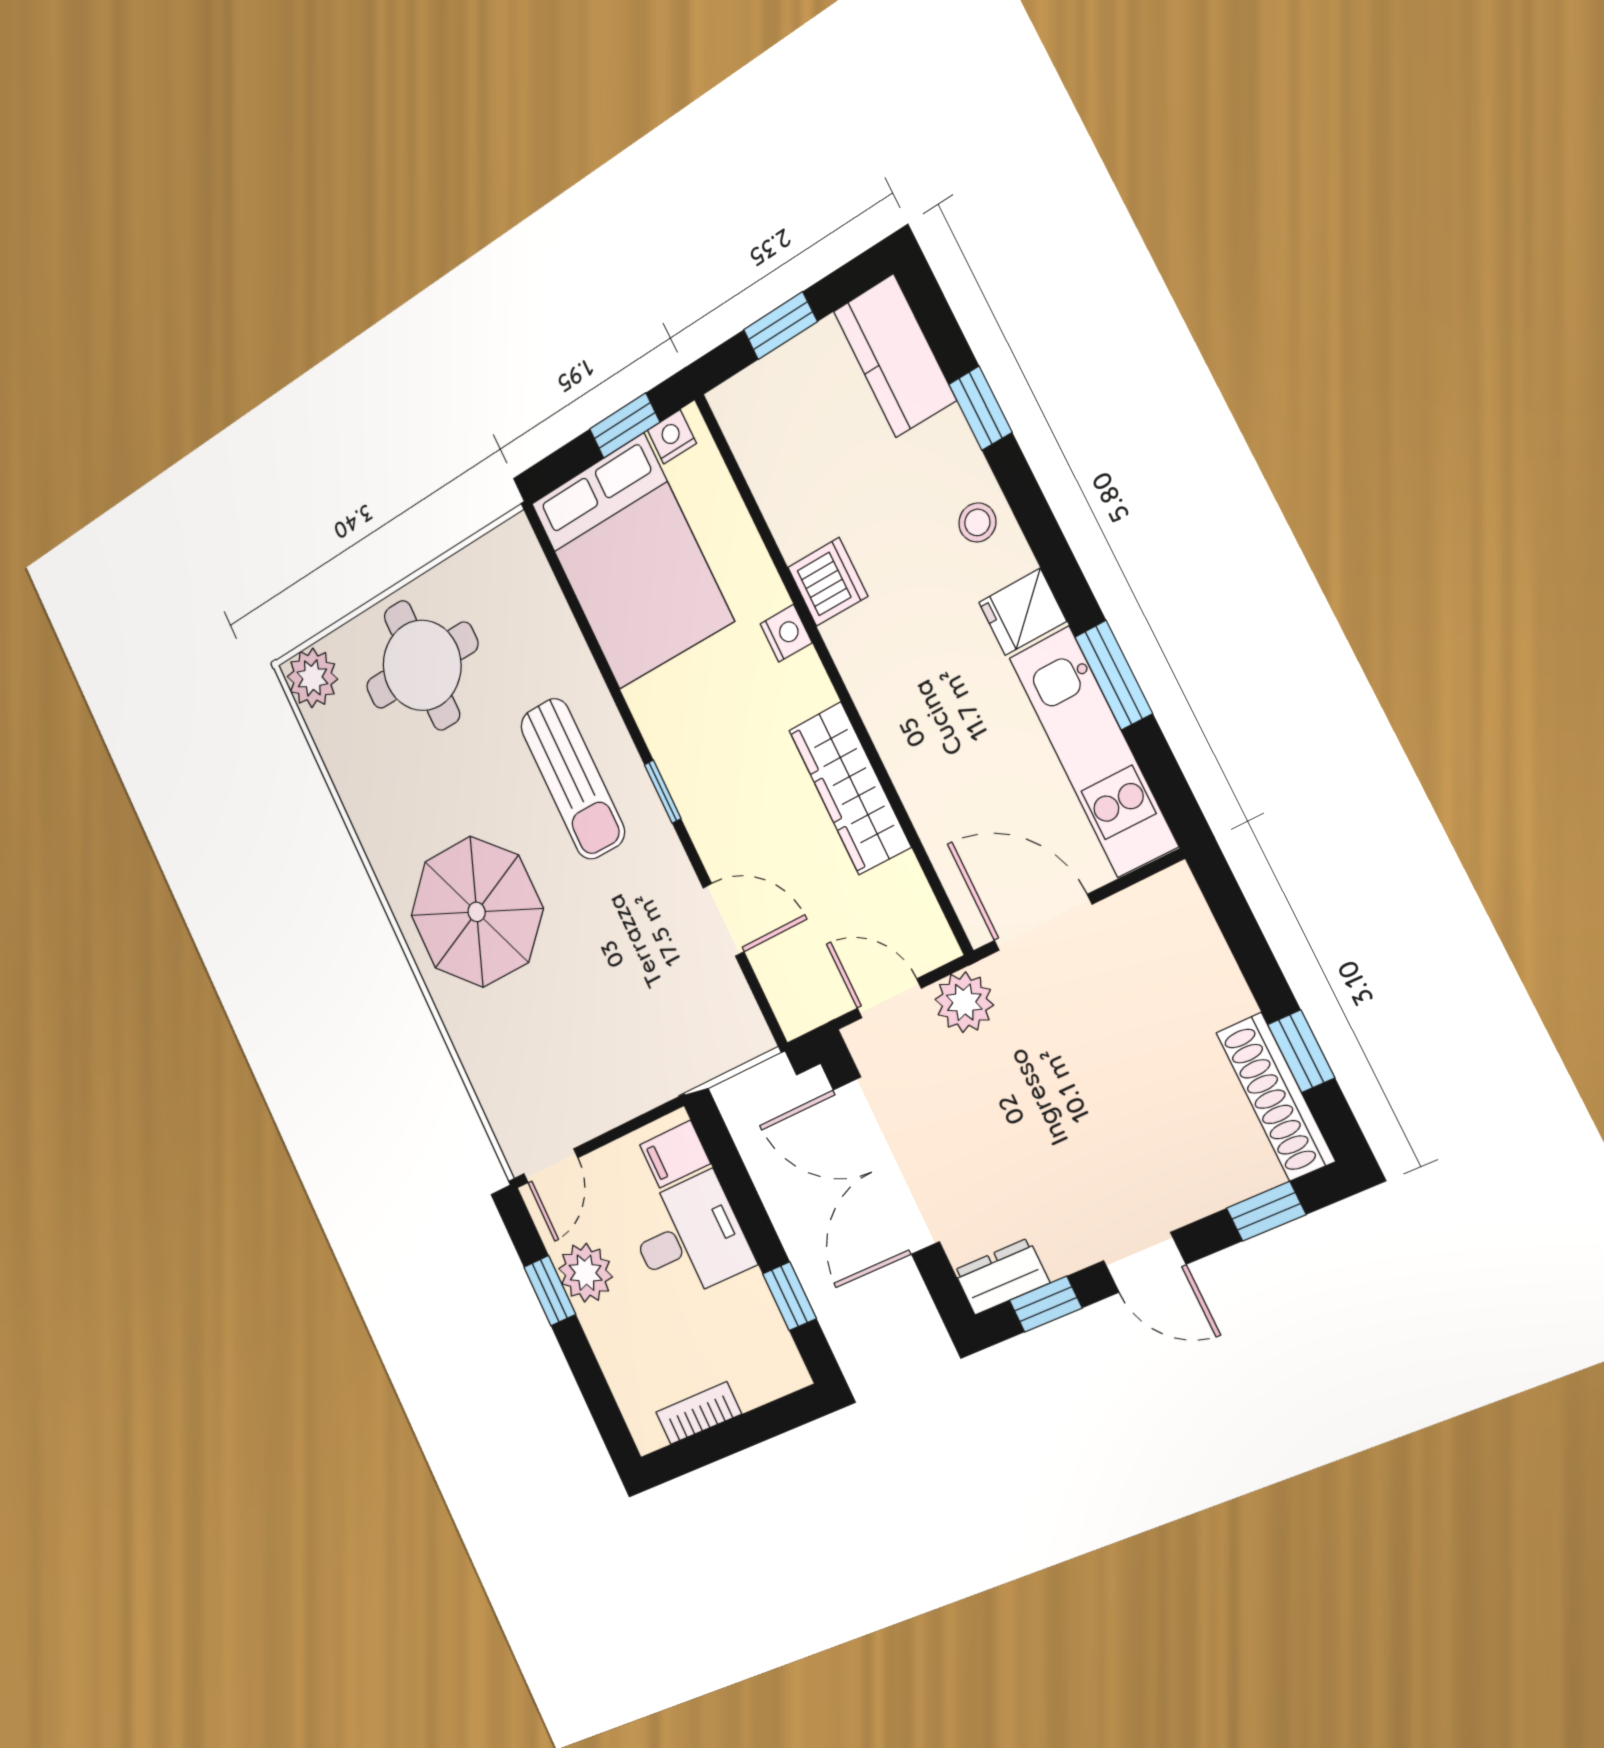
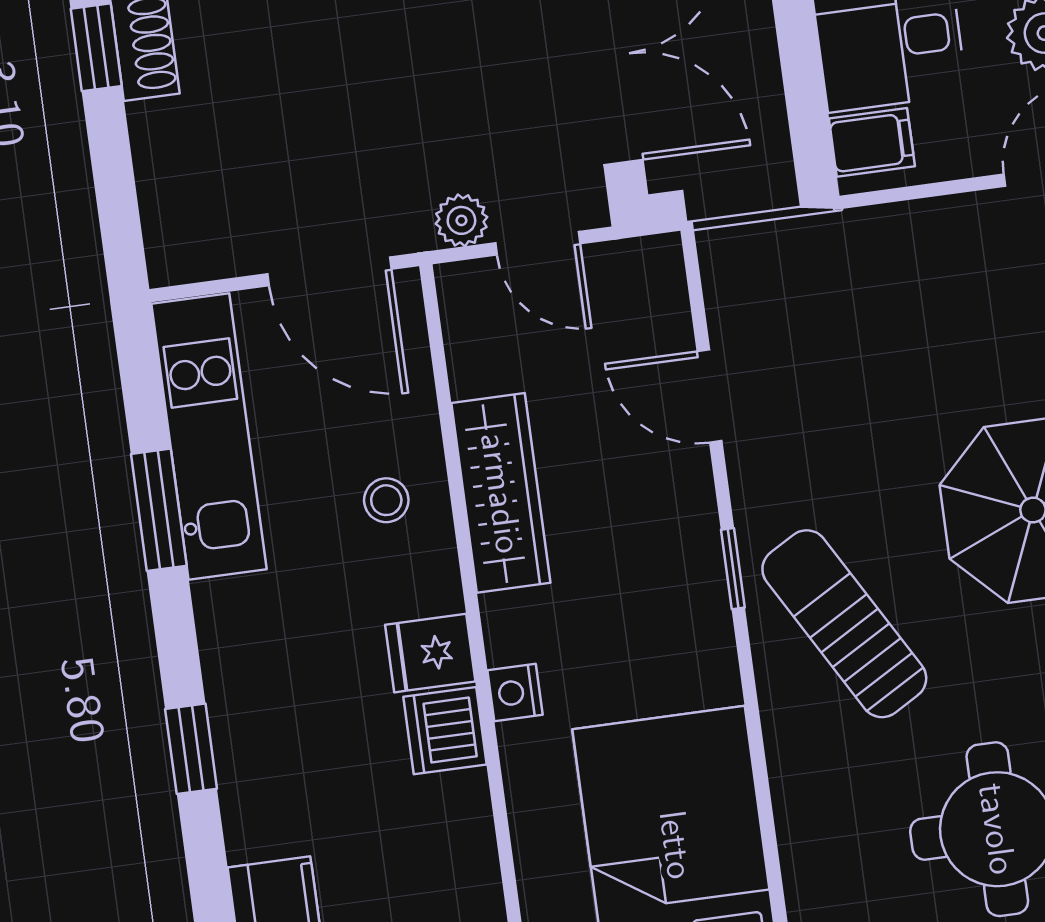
window: (981, 408) -> (191, 749), moved
stool: (977, 522) -> (386, 500), moved
fridge: (1023, 612) -> (430, 653), moved, turned 180
sun lounger: (573, 779) -> (844, 624), turned -30
plant: (964, 1002) -> (461, 220), width x0.73, depth x0.73

